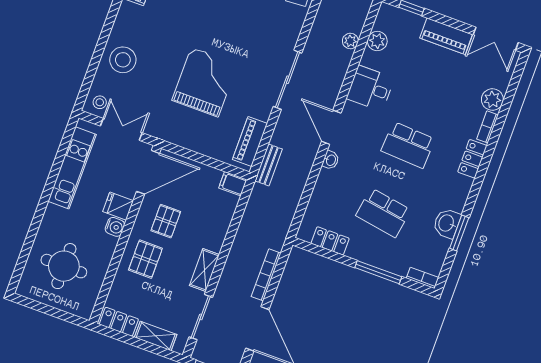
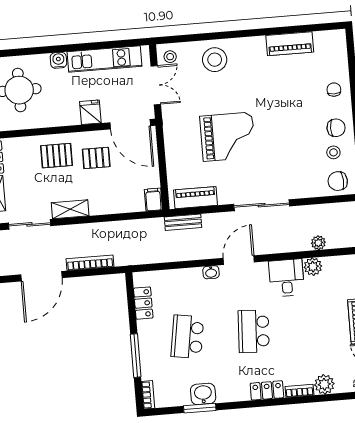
plant: (377, 41) -> (313, 267), moved
water cooler: (115, 227) -> (58, 60), moved, turned 180

